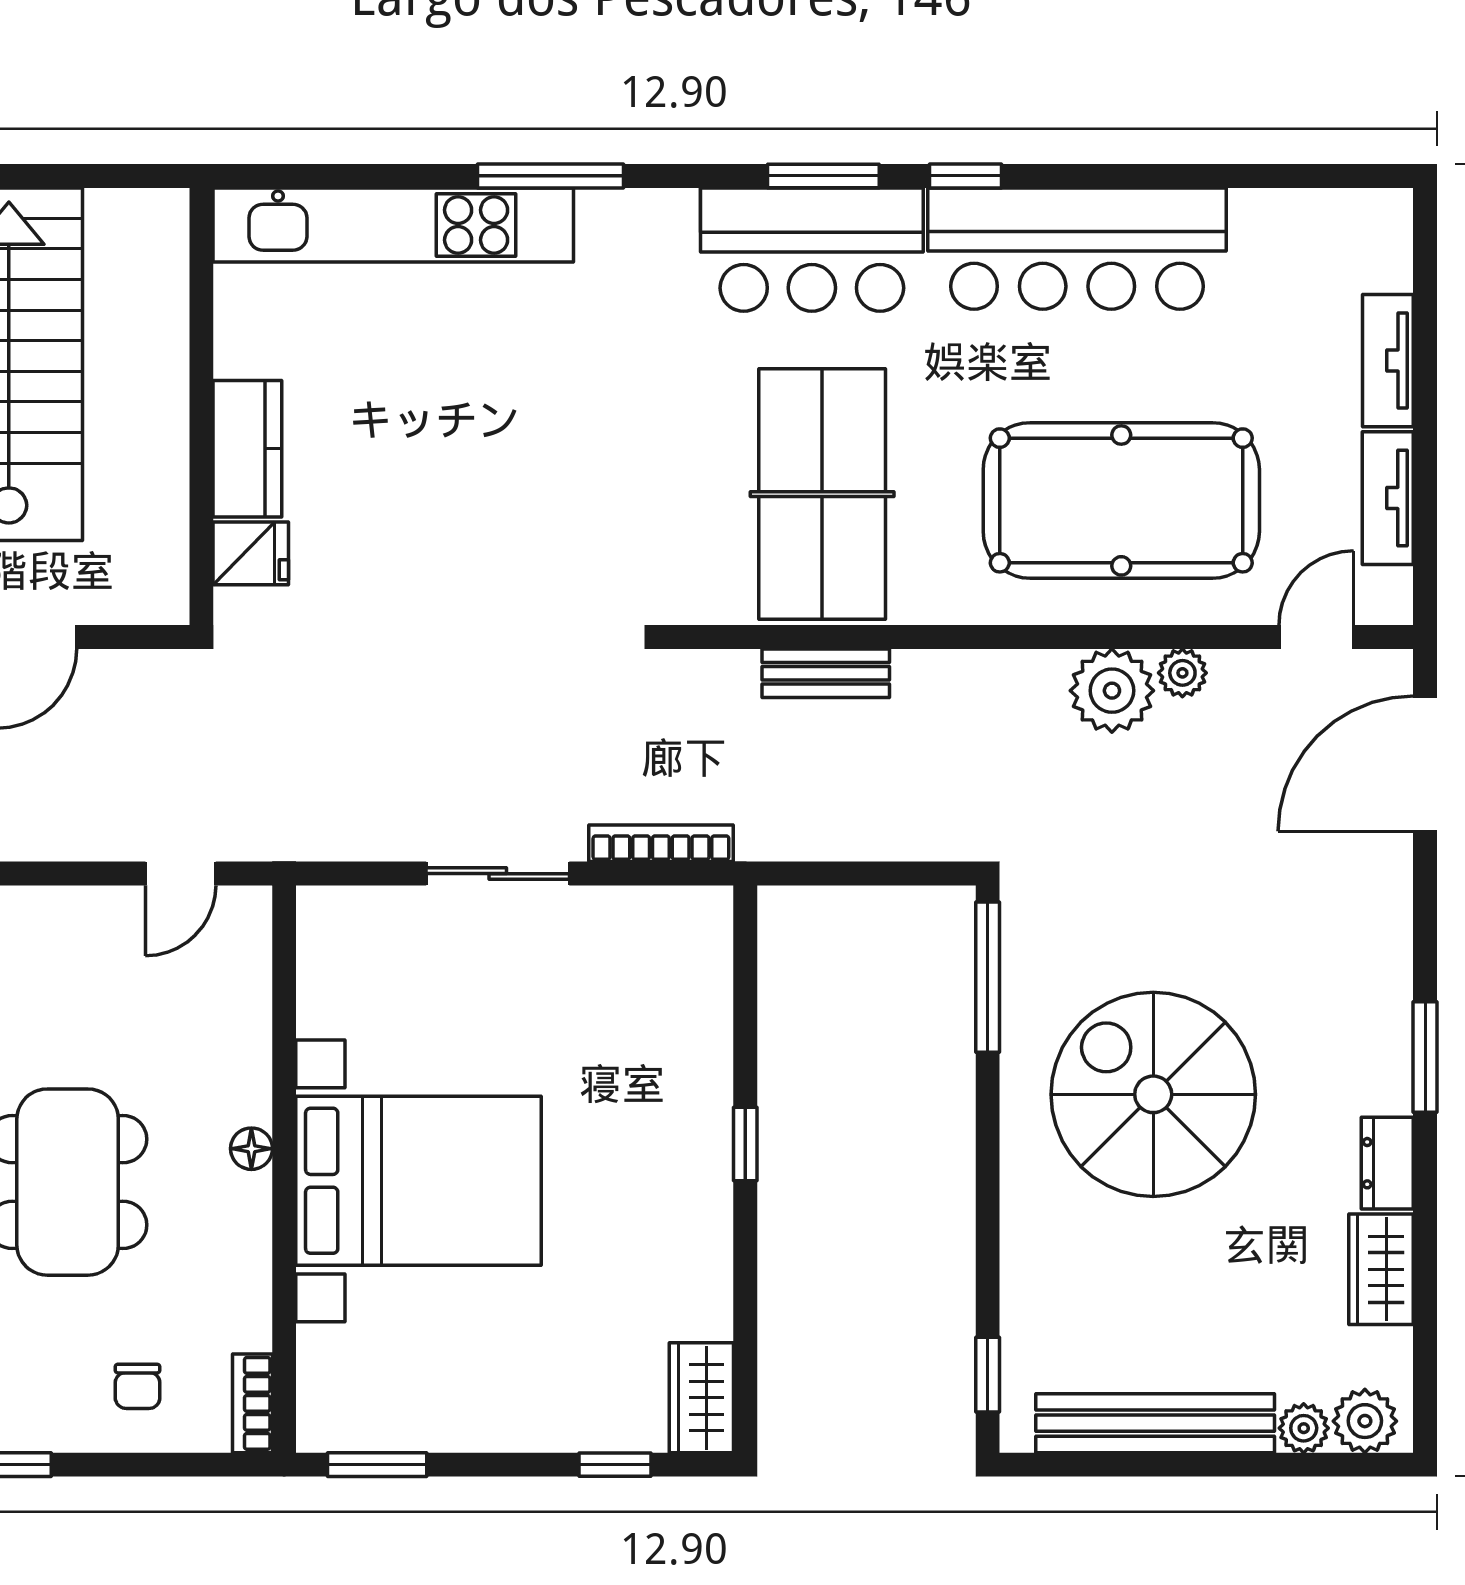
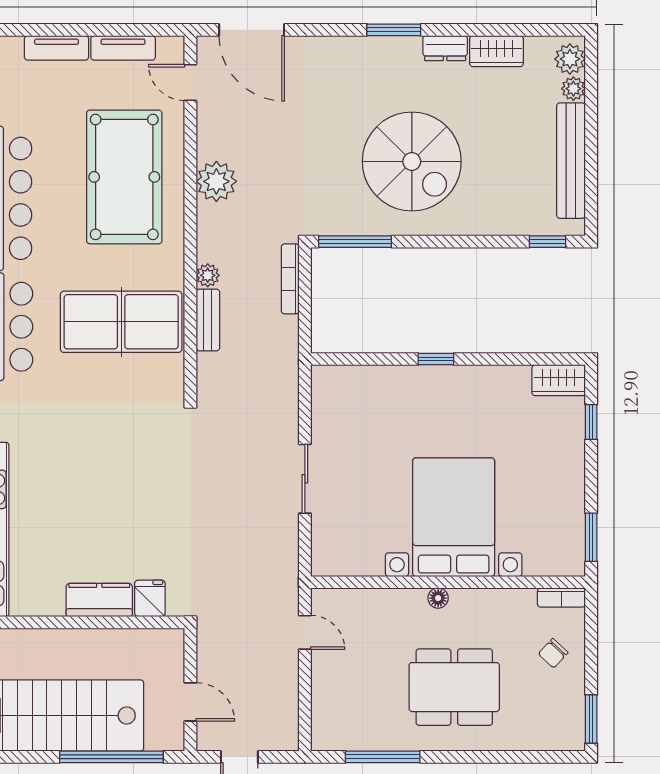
plant: (1182, 673) -> (208, 275), moved
bookcase: (661, 843) -> (290, 279), moved
spiral stairs: (1153, 1094) -> (412, 161), turned -90
chair: (138, 1386) -> (553, 653), turned 133

